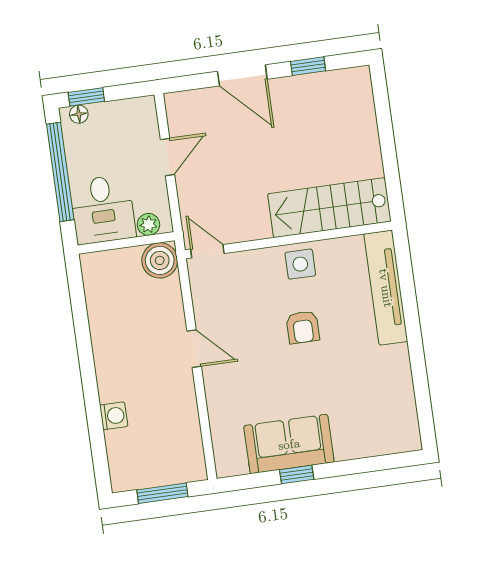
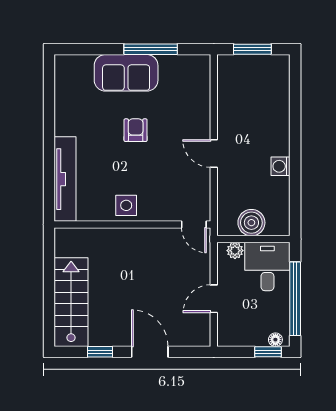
stairs: (329, 208) -> (71, 302), moved, turned -90
boiler: (160, 260) -> (251, 223), moved
armchair: (303, 327) -> (136, 130), moved
washing machine: (114, 416) -> (281, 166), moved
sofa: (289, 444) -> (126, 73), moved
window: (297, 475) -> (151, 49), width x2.17

